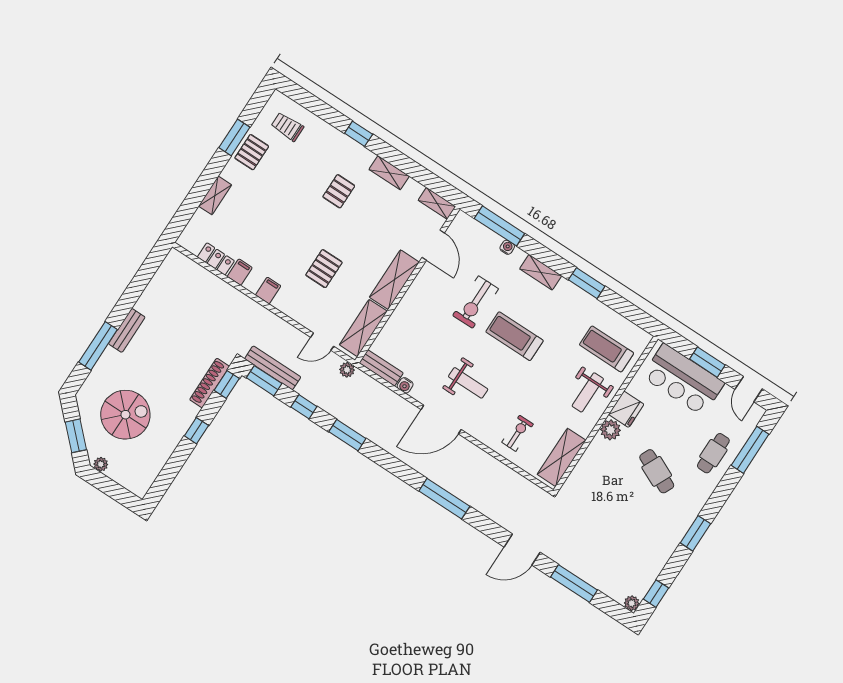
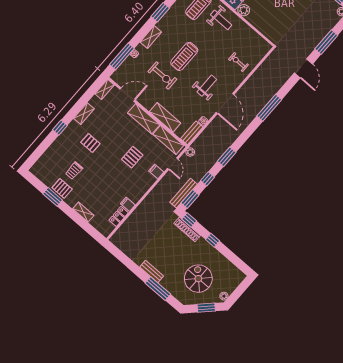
trolley: (287, 127) -> (74, 171), moved
pallet: (324, 269) -> (132, 157), turned 90
filing cabinet: (268, 290) -> (156, 171), moved
shelving: (562, 457) -> (165, 117), moved

